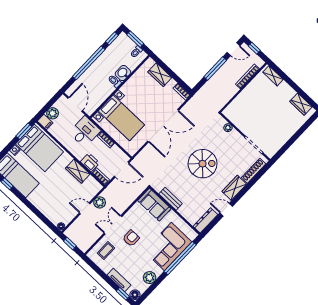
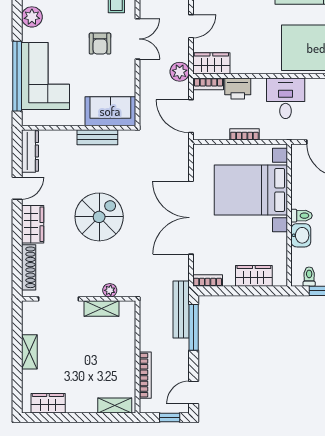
window: (215, 68) -> (194, 327), moved
bench: (205, 90) -> (181, 309), added
bed with nightstands: (121, 118) -> (251, 190), width x1.36
shelving: (239, 123) -> (102, 308), added
desk: (85, 132) -> (286, 98), moved, turned 180
shelving: (288, 134) -> (29, 352), added
spiral stairs: (203, 164) -> (99, 217), turned 180
door: (122, 169) -> (191, 116), hinge flipped
wardrobe: (78, 171) -> (211, 63), moved
plant: (100, 202) -> (180, 72), moved

